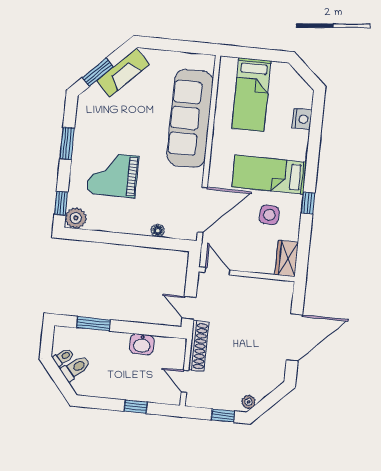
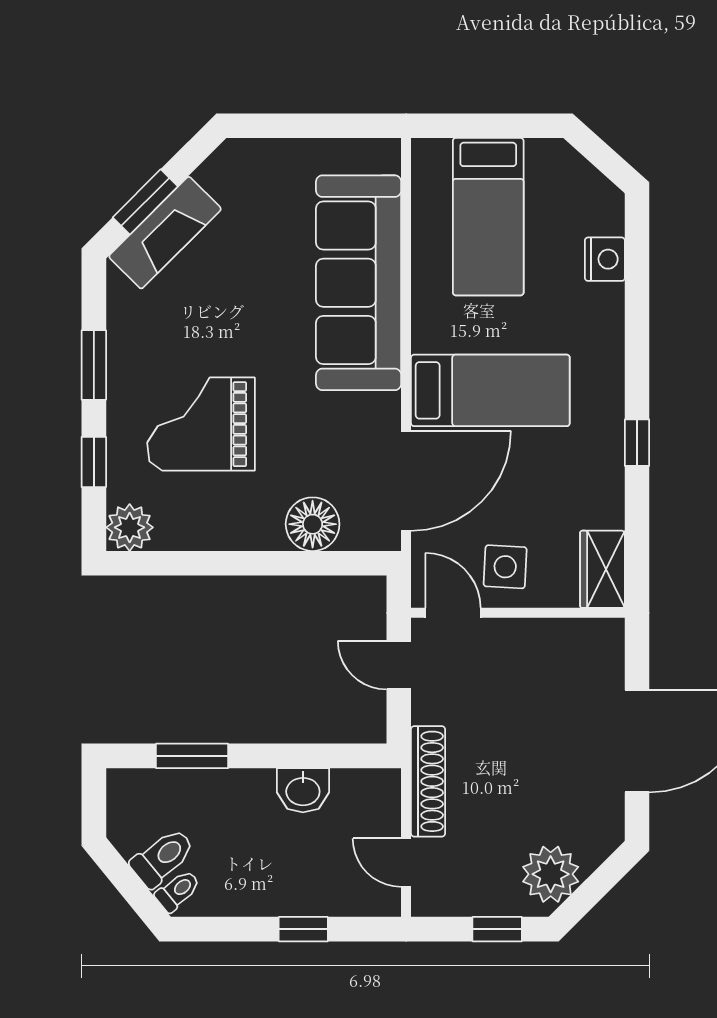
fireplace: (123, 73) -> (165, 233), moved
bed: (269, 175) -> (490, 390), moved, turned 180
window: (61, 203) -> (94, 462), moved
side table: (269, 215) -> (505, 567), moved
floor lamp: (158, 231) -> (313, 524), width x1.89, depth x1.89
door: (189, 308) -> (399, 665), moved
toilet: (63, 357) -> (178, 891), moved
plant: (249, 402) -> (551, 874), width x1.87, depth x1.87

